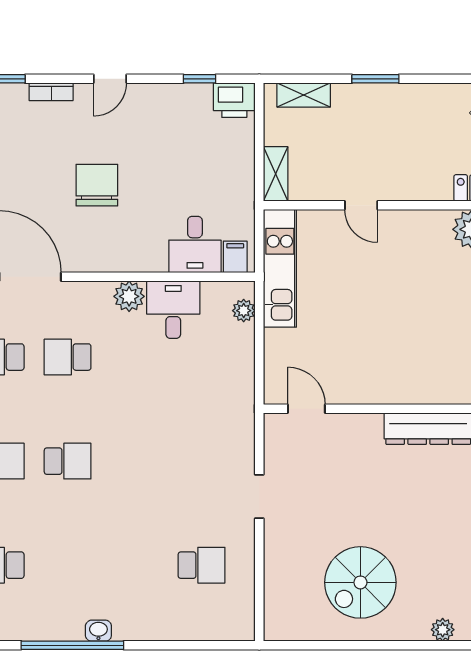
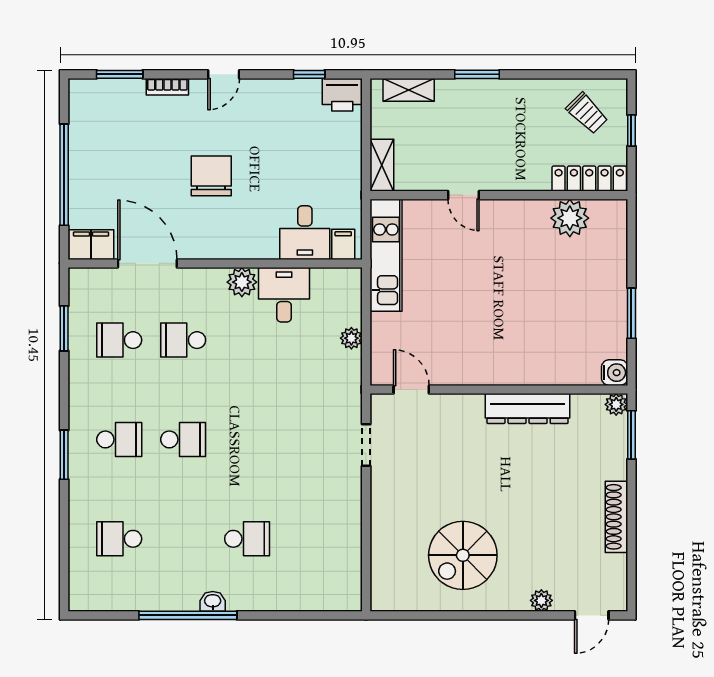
plant: (244, 311) -> (351, 338), moved
doorway: (259, 496) -> (366, 445), moved
school desk: (202, 565) -> (247, 539), moved

